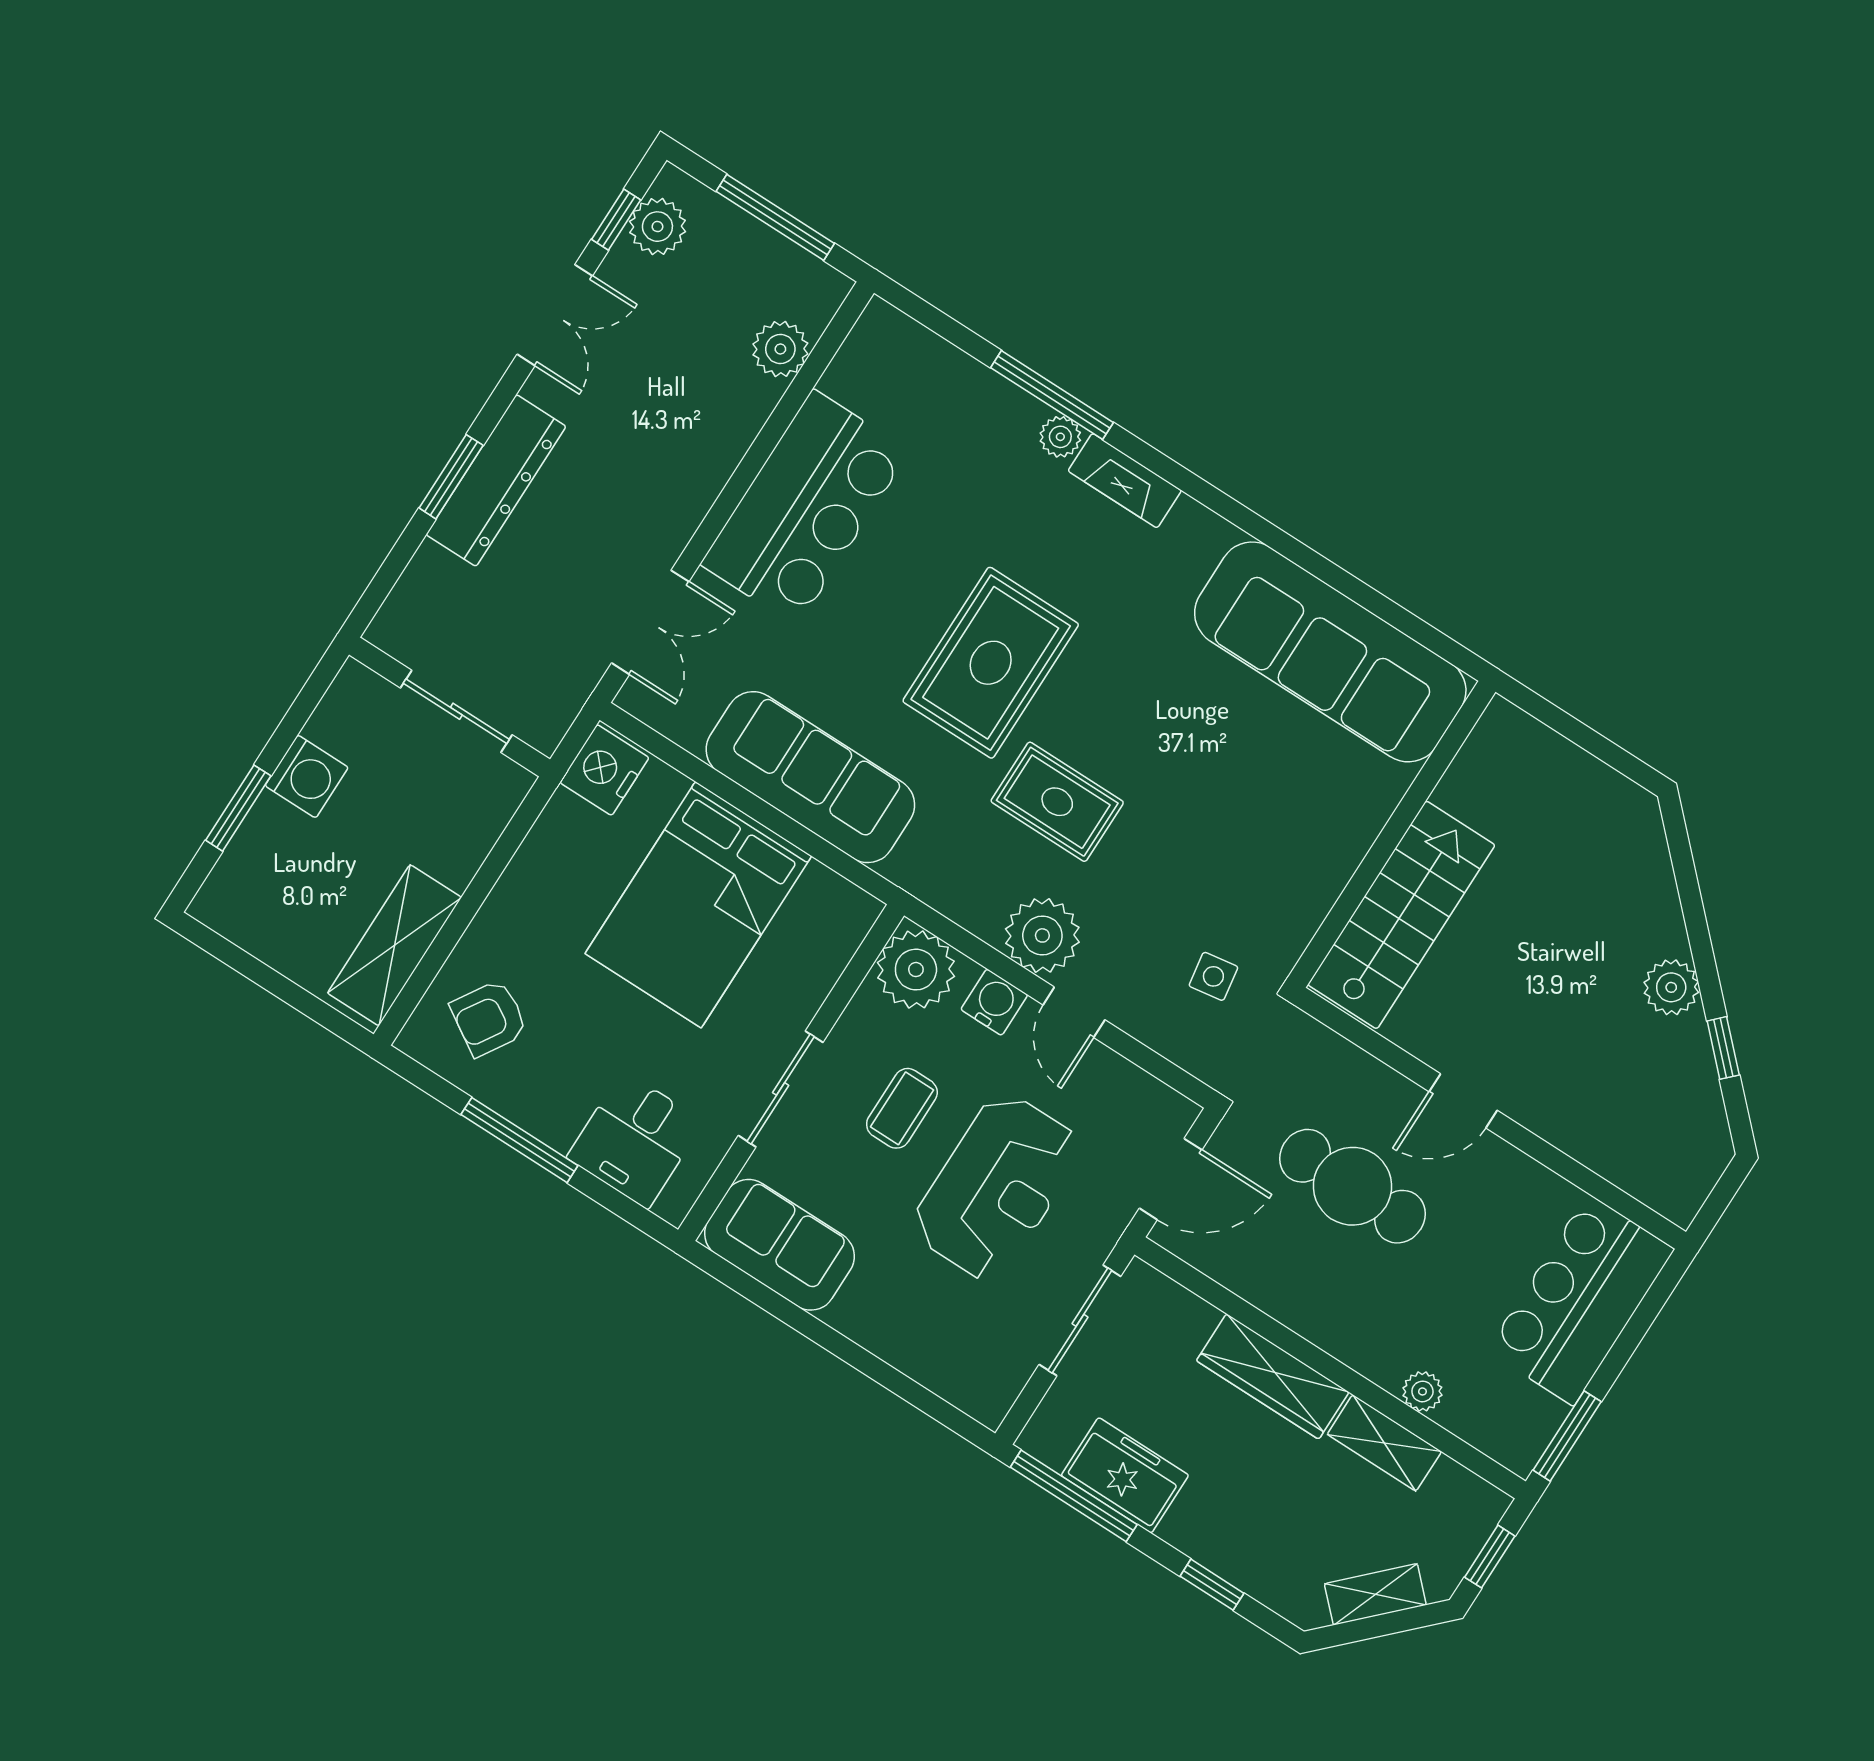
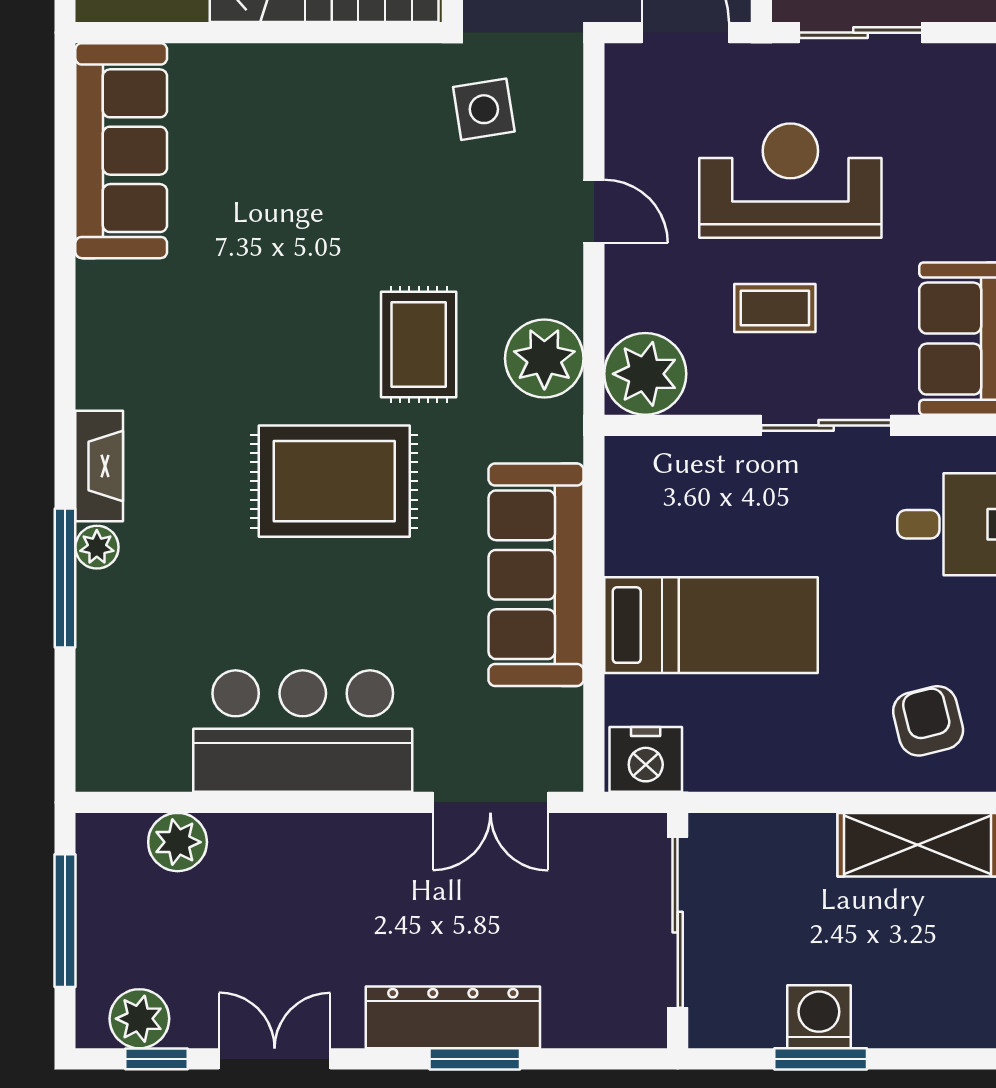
double door: (650, 622) -> (490, 802), swing flipped
sofa: (1330, 652) -> (121, 151), width x0.74, depth x0.79
sliding door: (456, 711) -> (678, 922), width x1.37
window: (238, 808) -> (821, 1059), moved
bed: (698, 905) -> (711, 625), width x0.67
plant: (1042, 935) -> (544, 358), moved
side table: (1213, 976) -> (484, 109), width x1.37, depth x1.37
water cooler: (994, 1002) -> (630, 287), removed
door: (1074, 1012) -> (594, 211), hinge flipped
armchair: (489, 1018) -> (928, 721), turned -136

